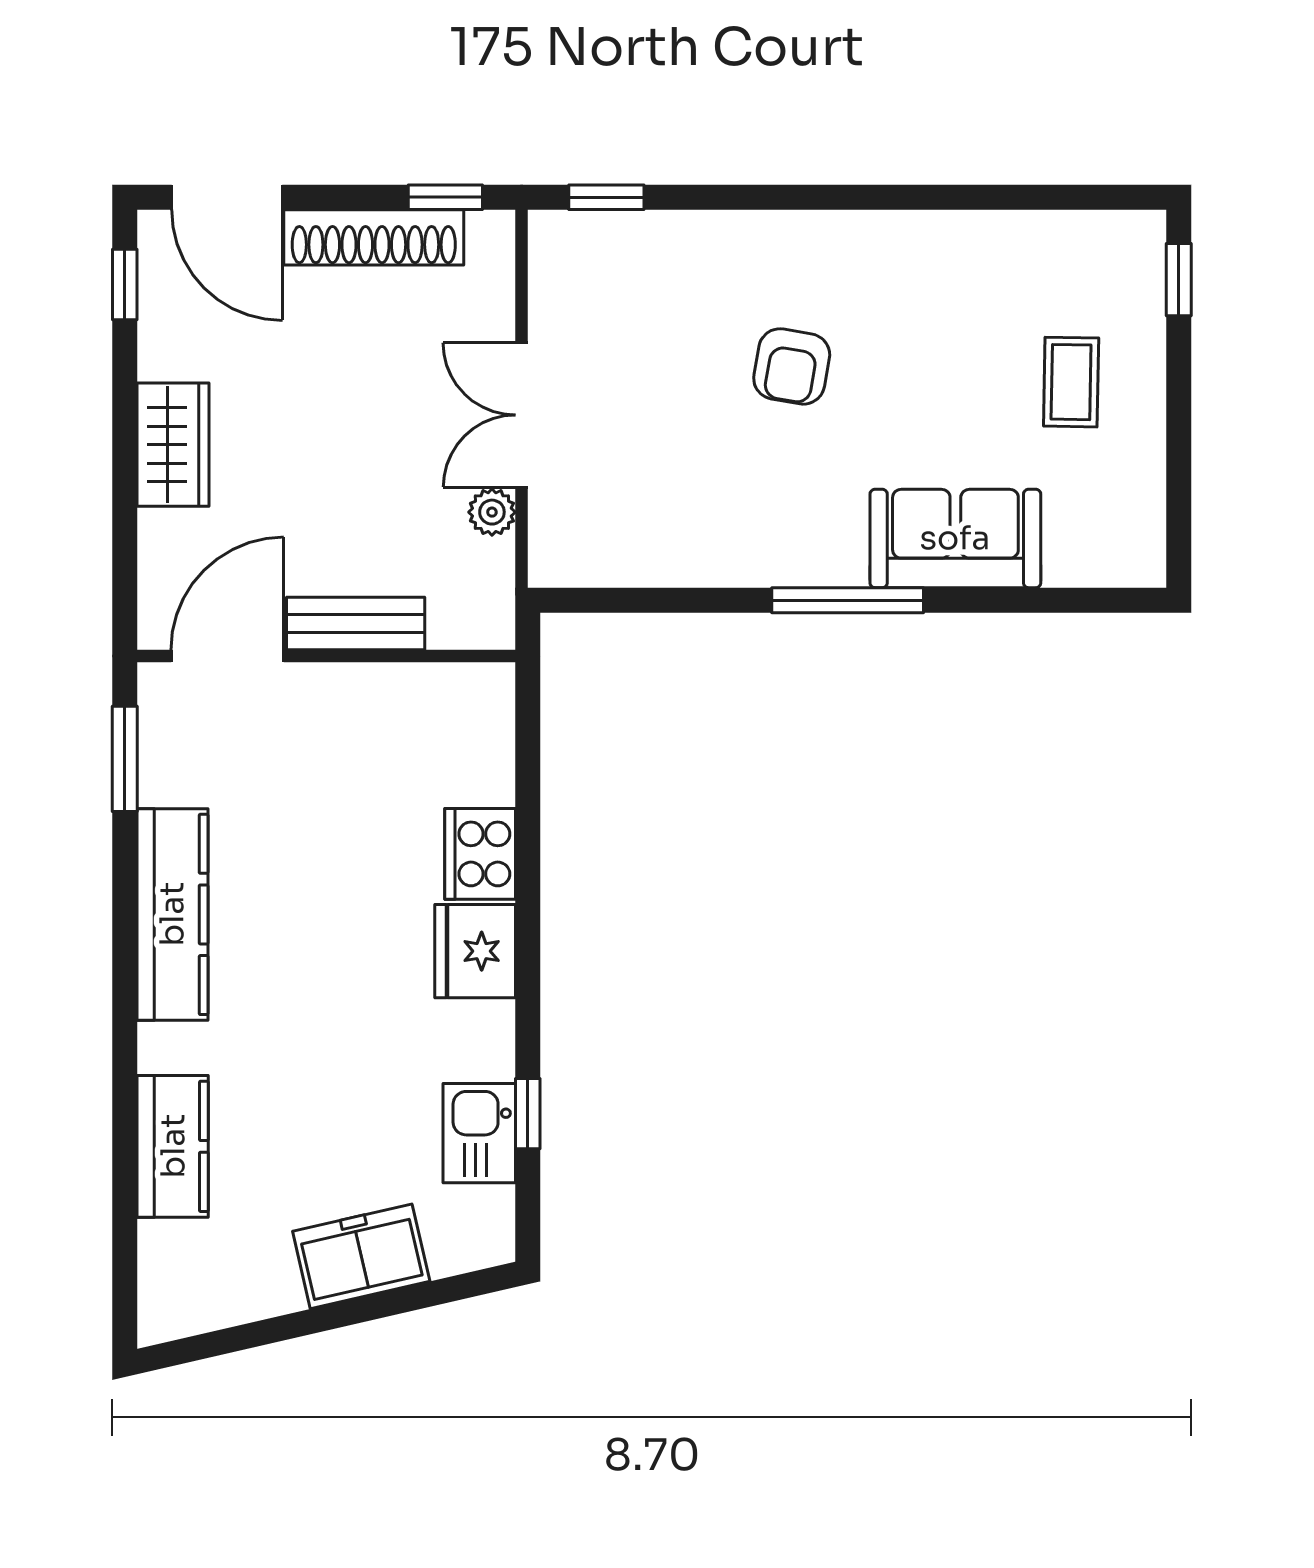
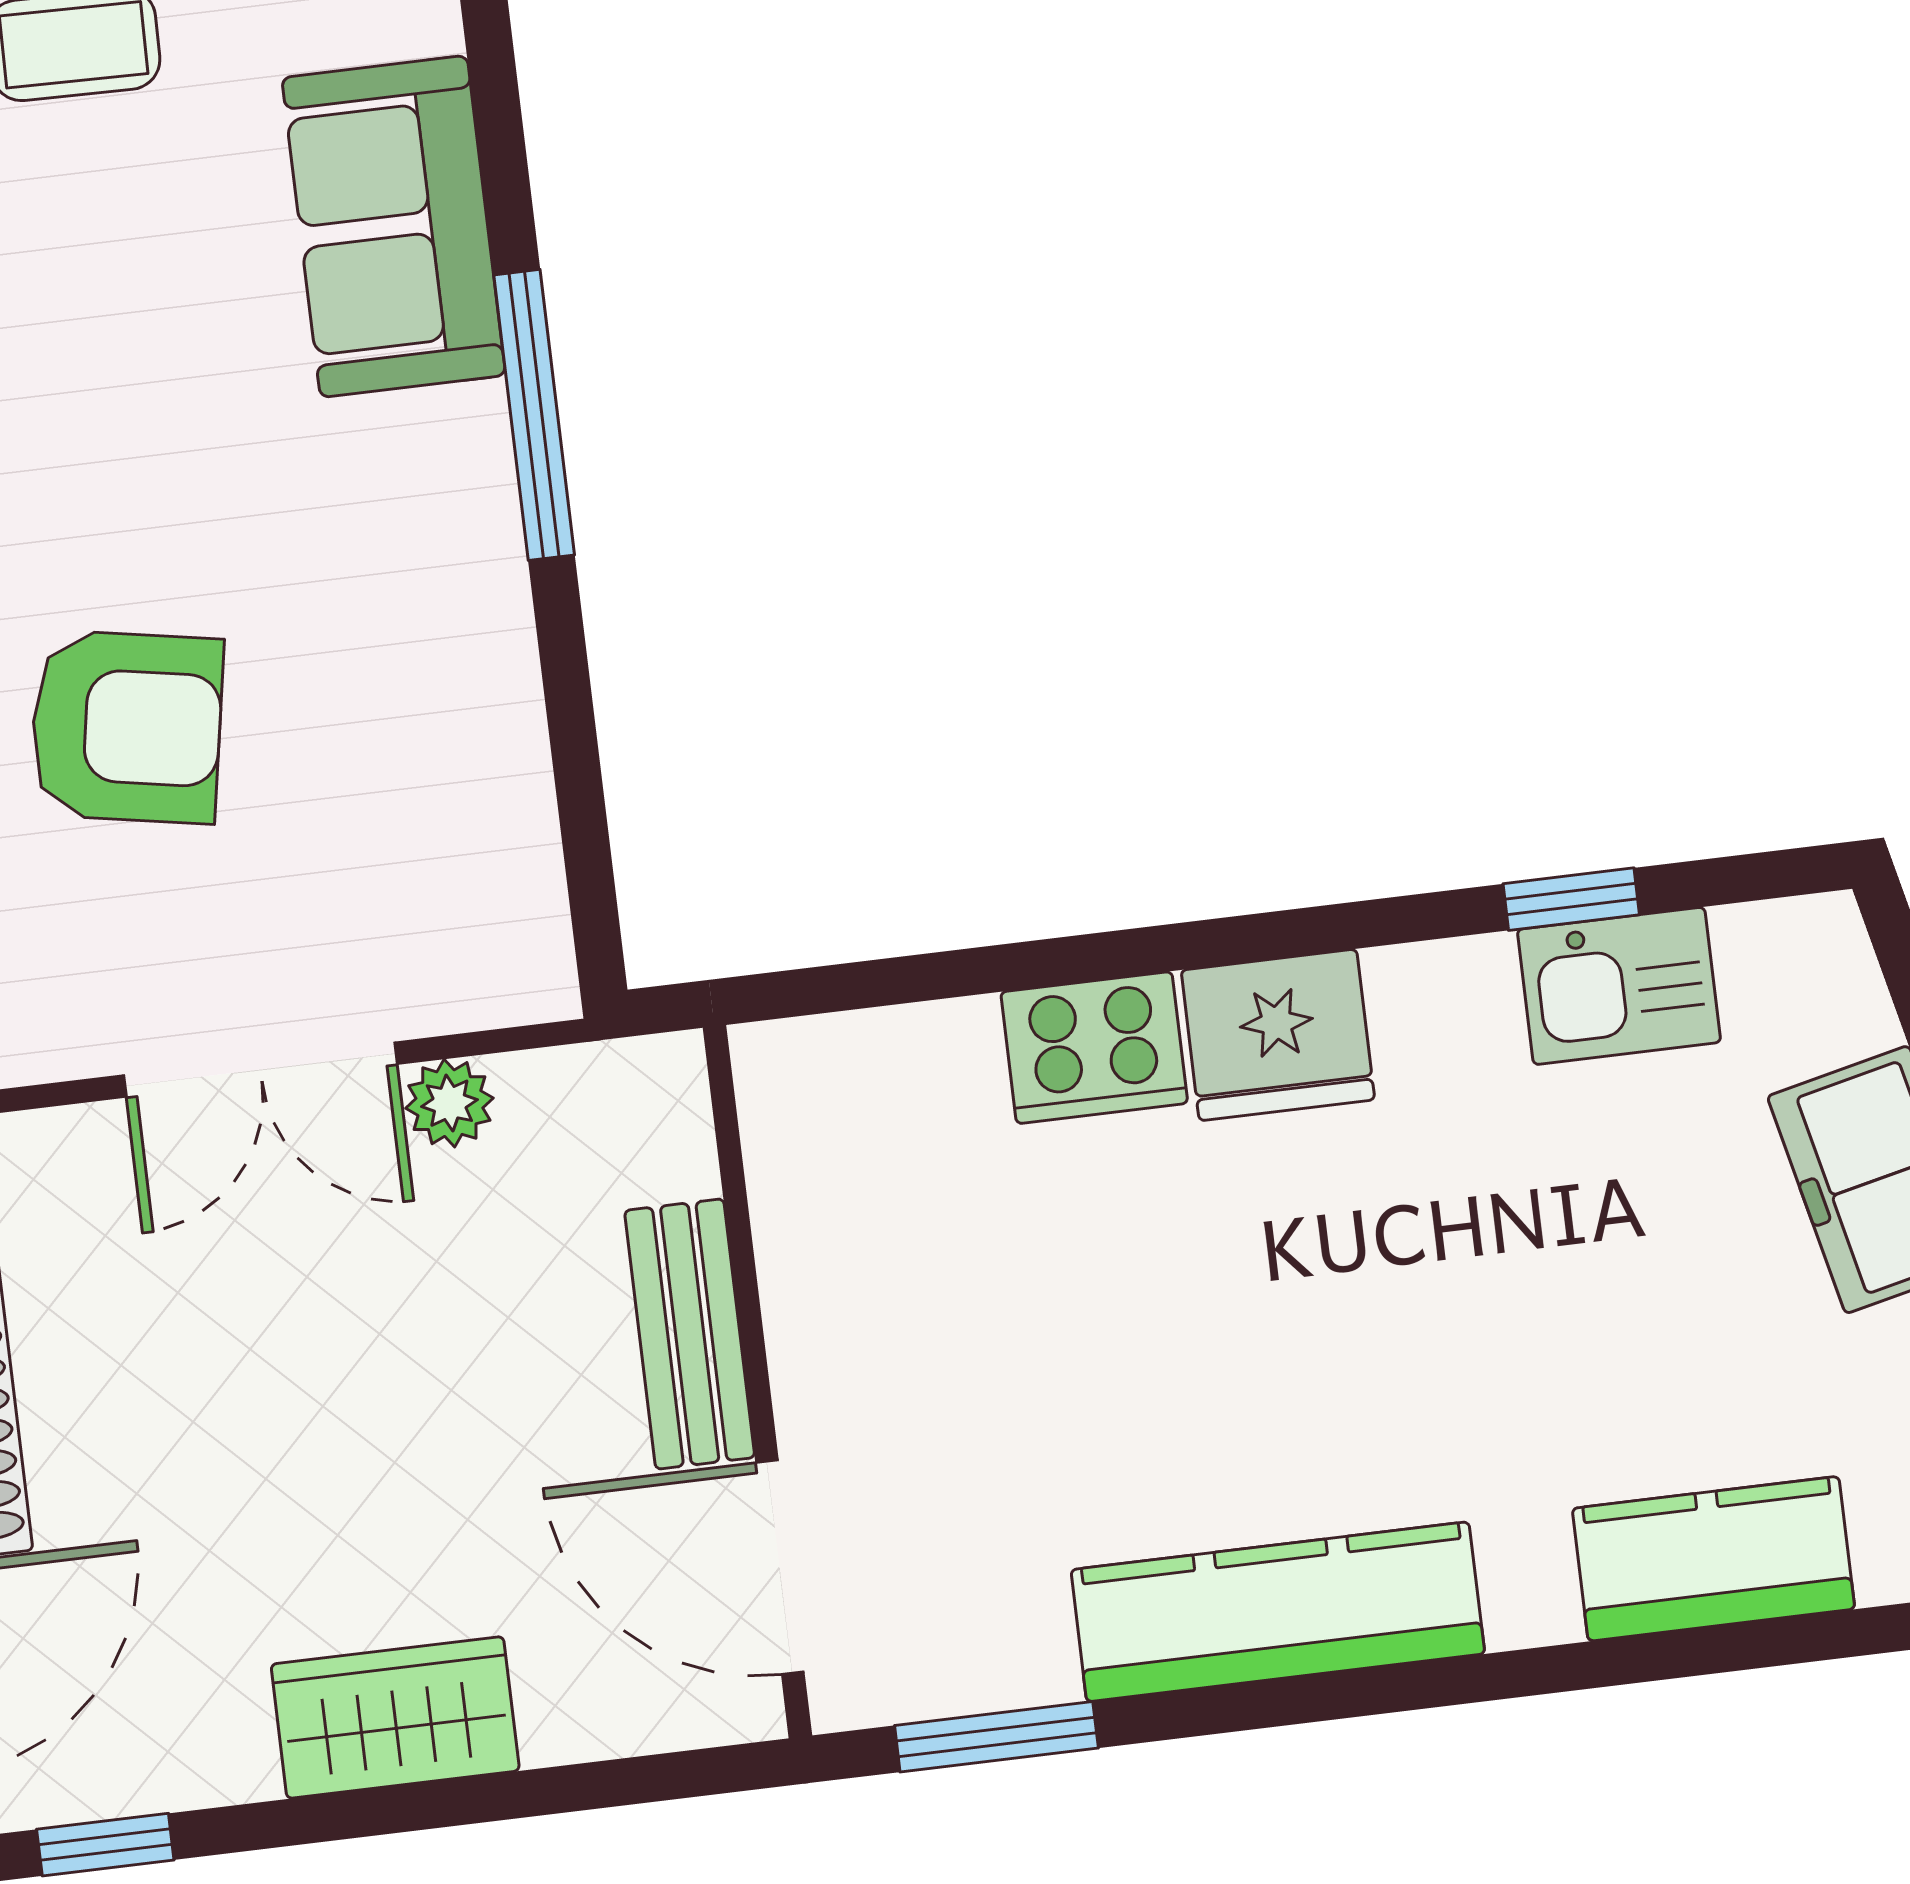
armchair: (792, 366) -> (127, 727), moved, width x1.38, depth x1.38

